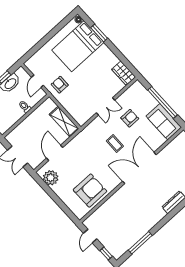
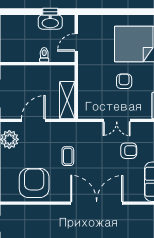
armchair: (60, 85) -> (124, 81), moved
coffee table: (115, 143) -> (68, 156), moved
armchair: (90, 191) -> (34, 183), turned -90

